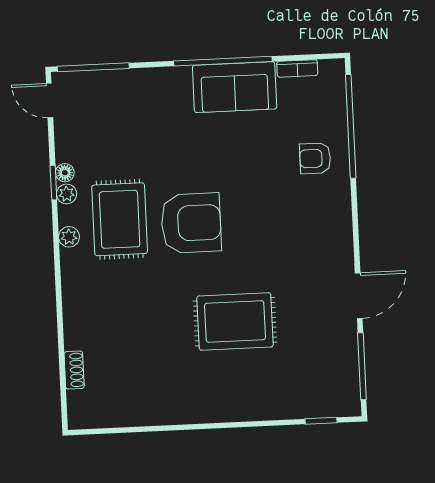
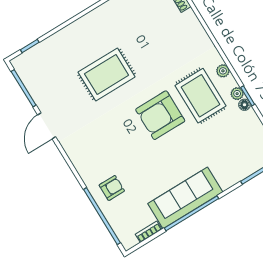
sofa: (235, 87) -> (185, 198), width x1.36

